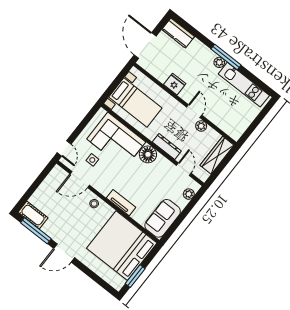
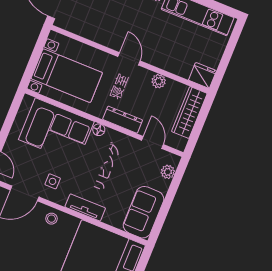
fridge: (175, 84) -> (202, 75), moved
door: (194, 111) -> (129, 59), moved
floor lamp: (148, 154) -> (99, 130), width x0.53, depth x0.53
side table: (92, 160) -> (53, 181), moved

